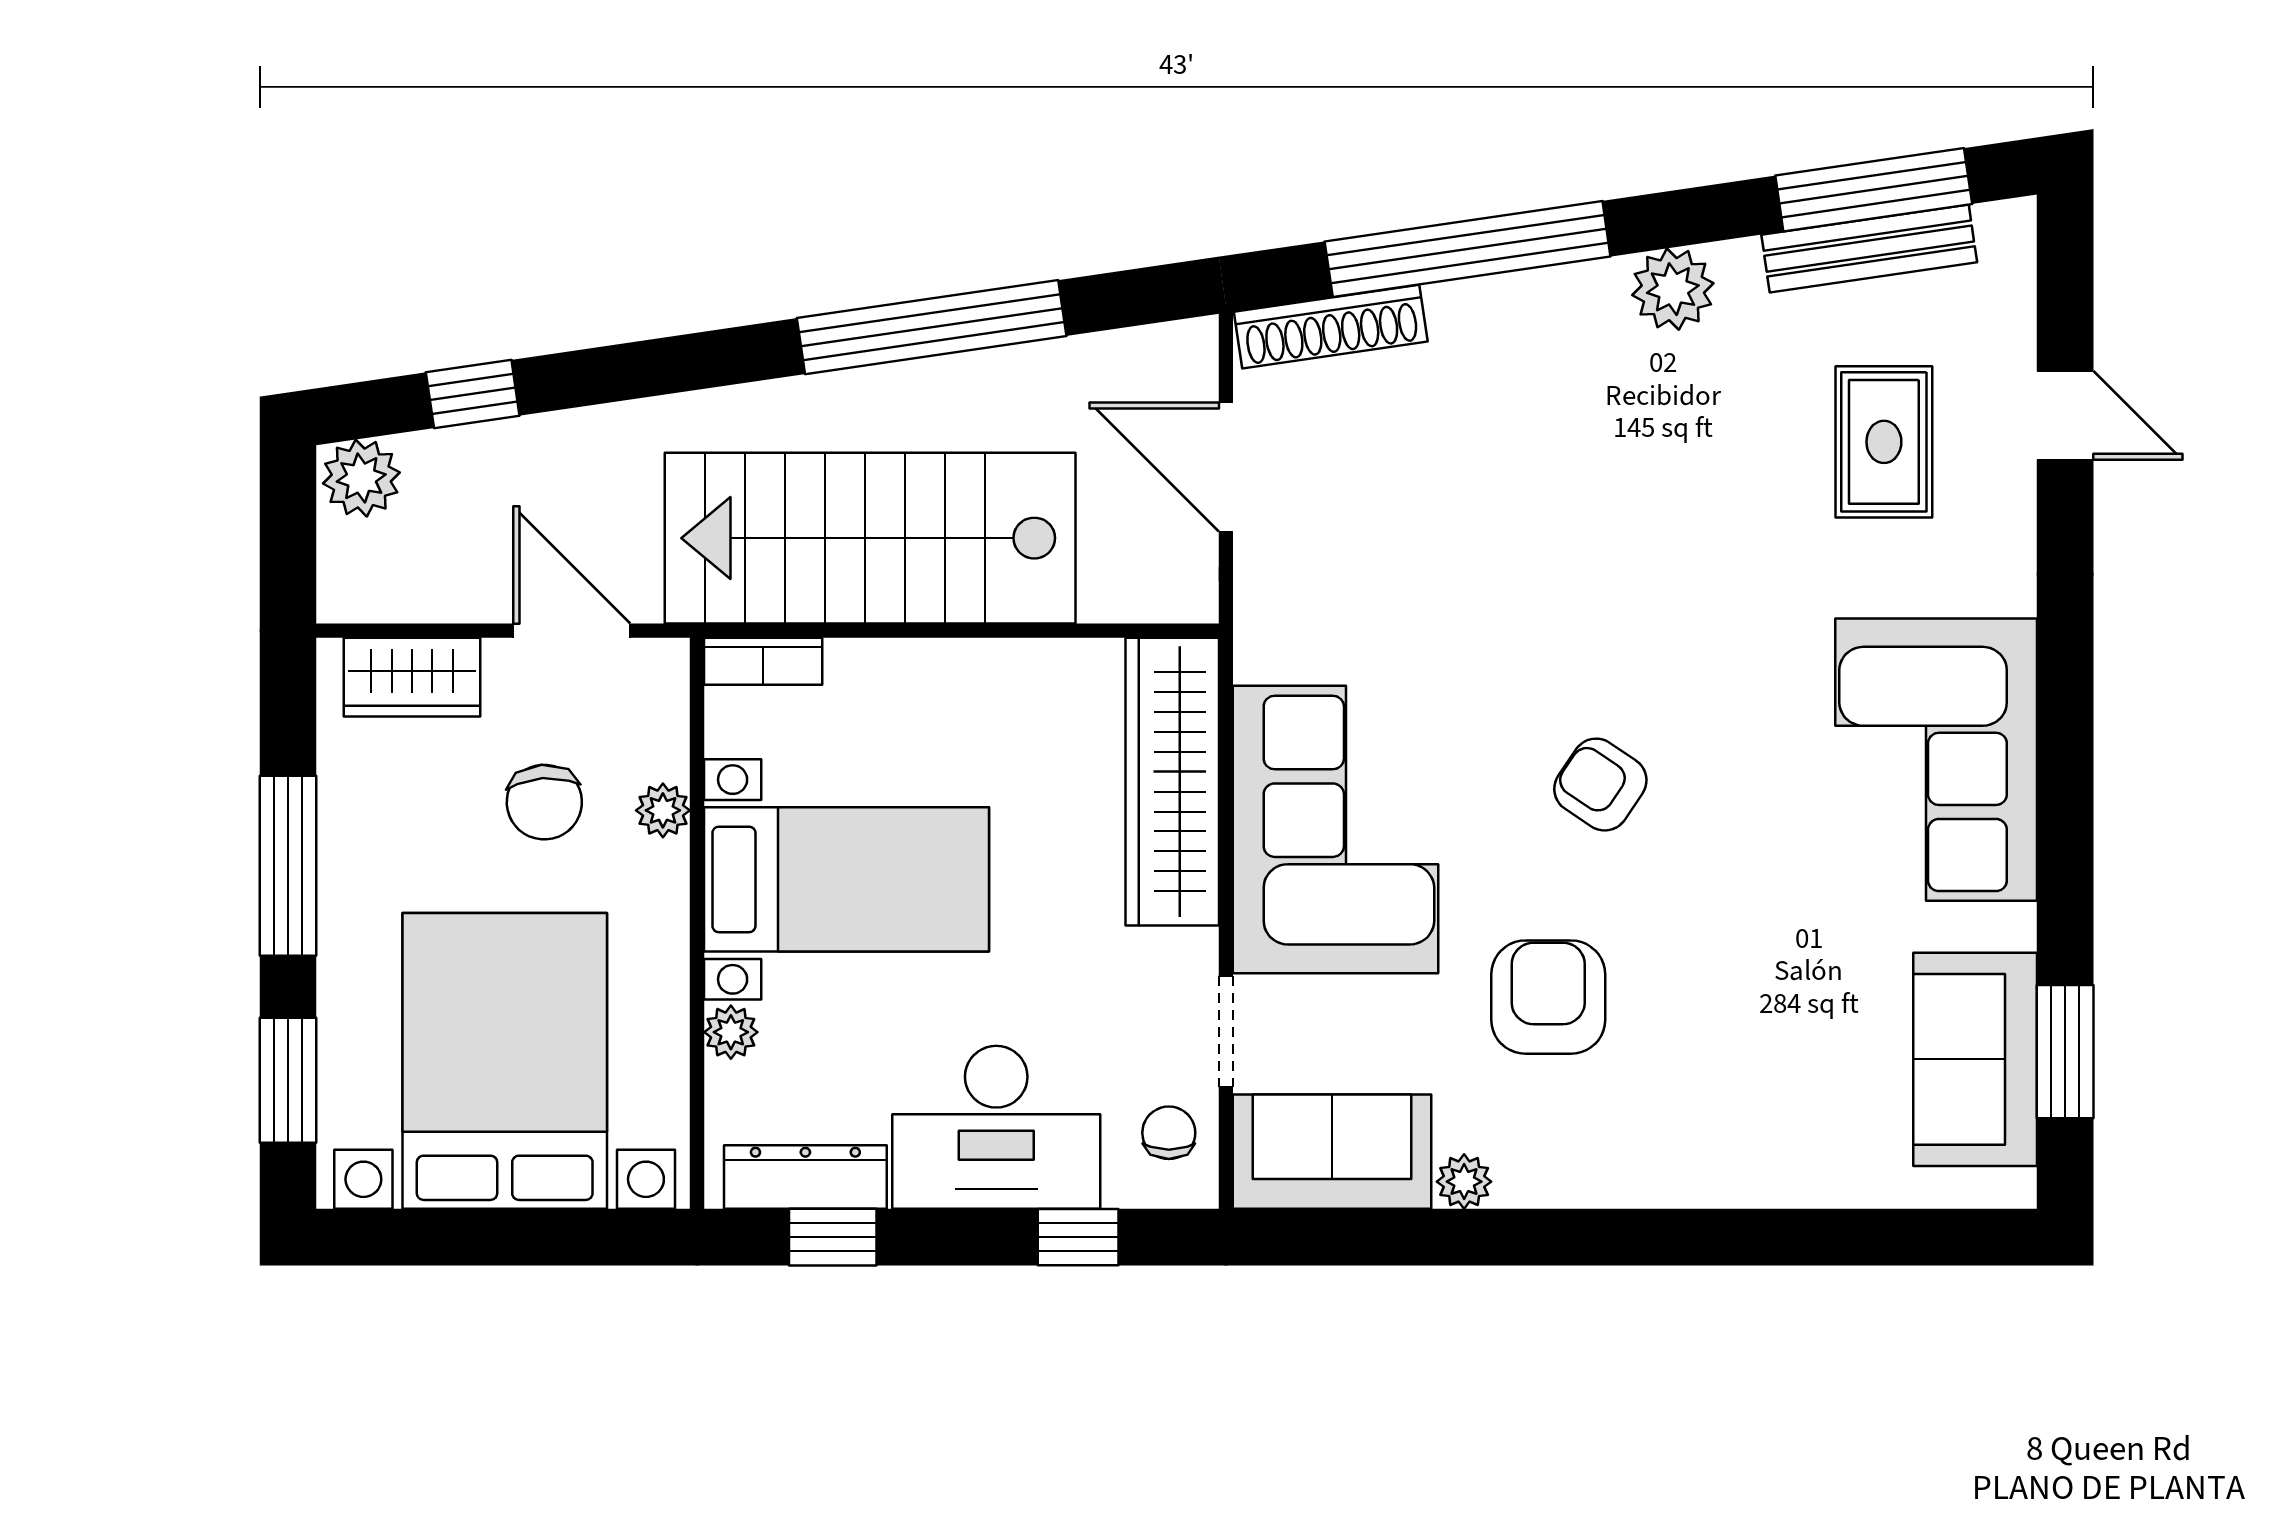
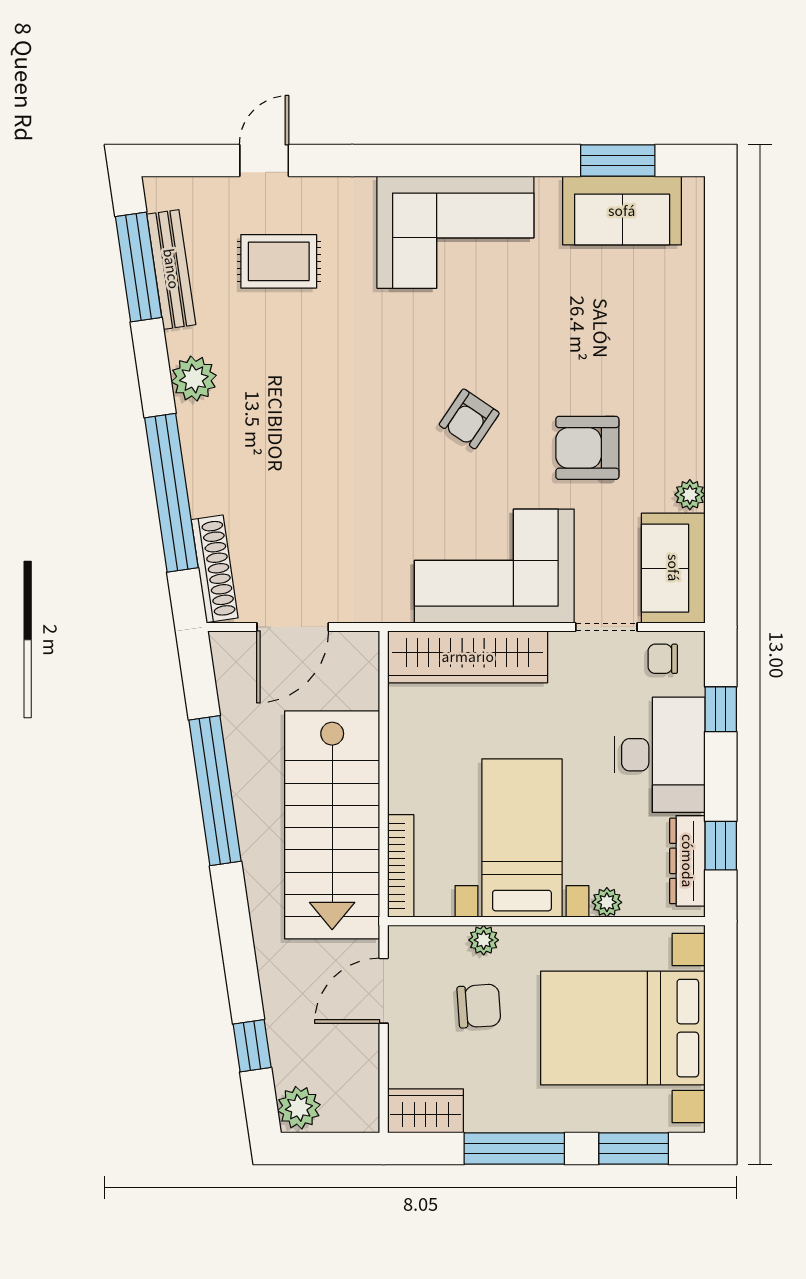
bookcase: (763, 661) -> (401, 866), width x1.56
wardrobe: (412, 677) -> (425, 1111), moved, turned -90

